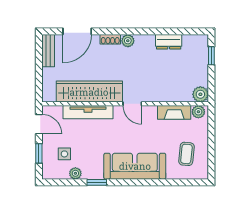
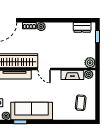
dresser: (169, 42) -> (82, 27), moved
sofa: (135, 166) -> (32, 111), moved

